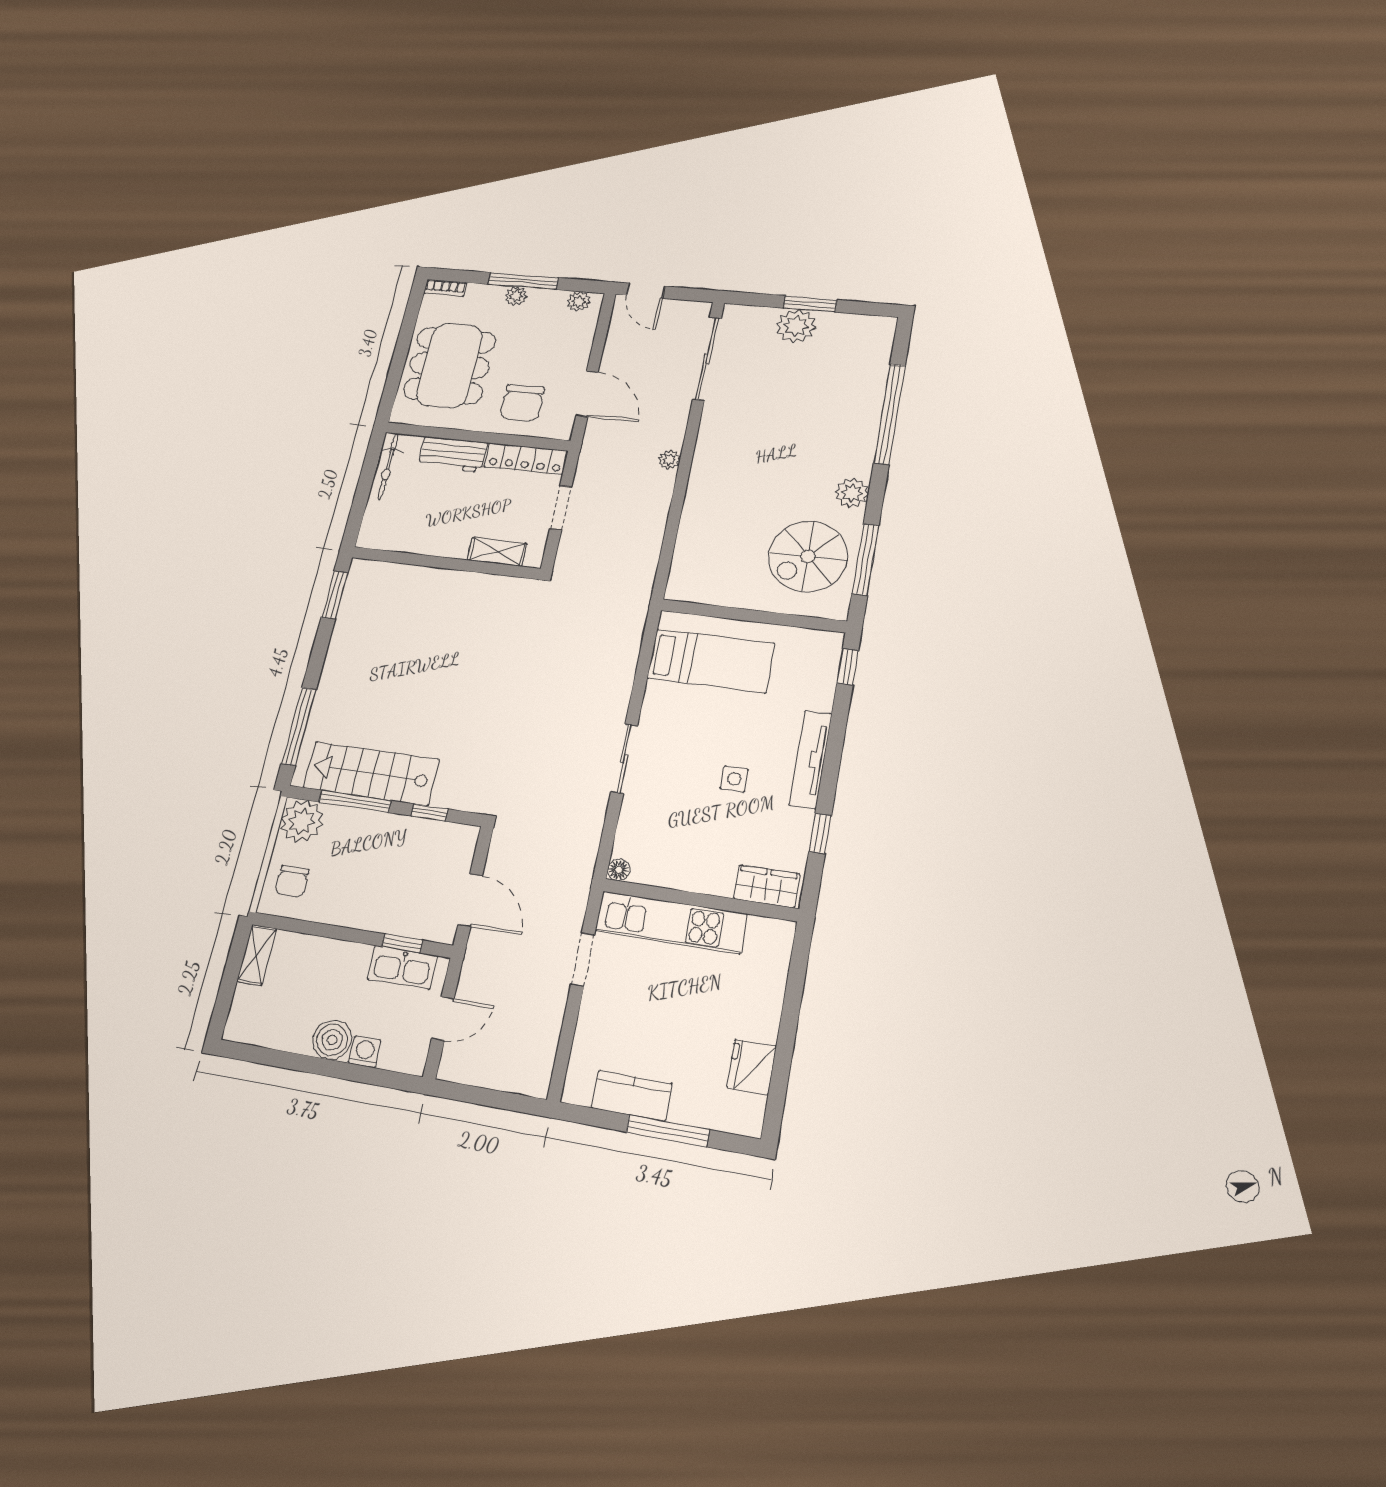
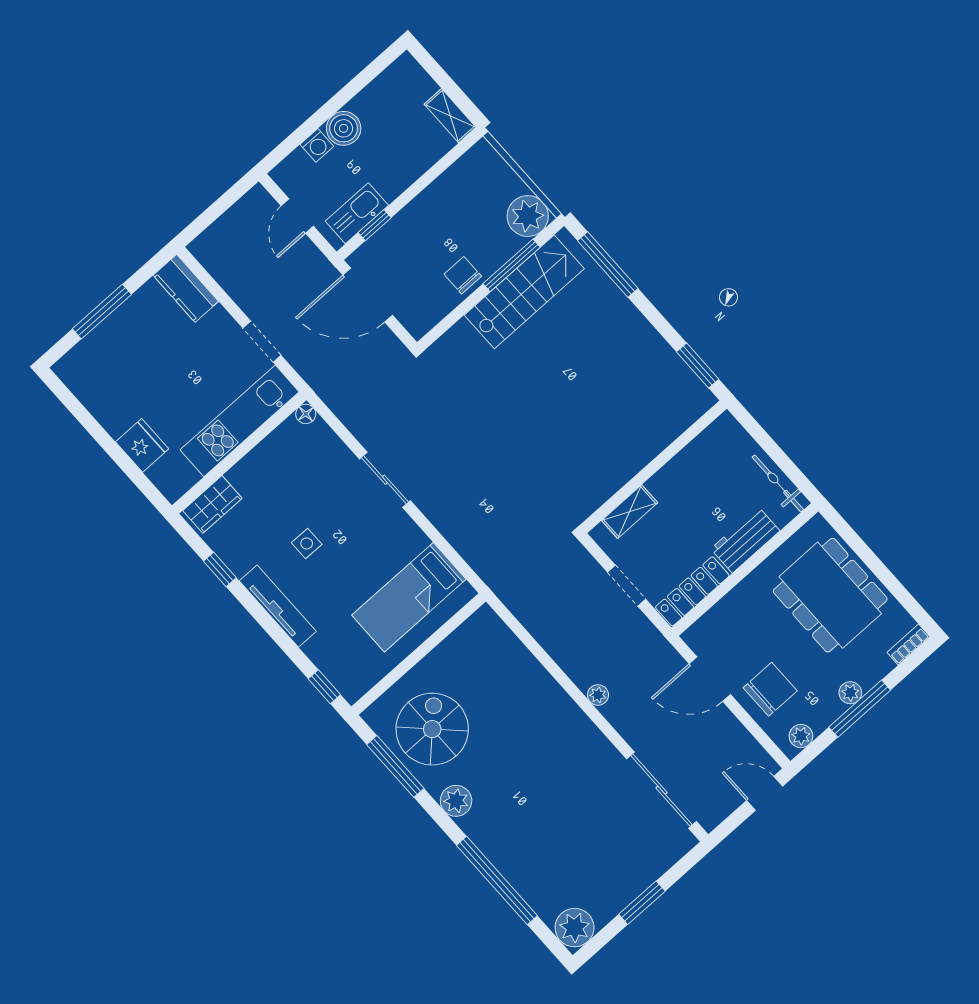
plant: (796, 326) -> (575, 928), moved
chair: (522, 403) -> (770, 689), moved, turned 90
window: (430, 812) -> (458, 313), removed
chair: (292, 881) -> (463, 275), moved
door: (470, 900) -> (368, 295), width x1.36
fridge: (751, 1067) -> (142, 445), moved
kitchen counter: (632, 1096) -> (186, 288), moved, turned 90

